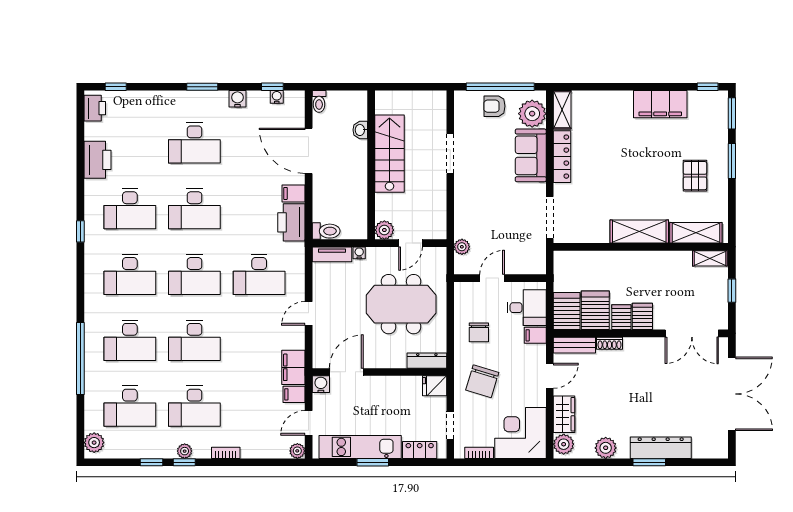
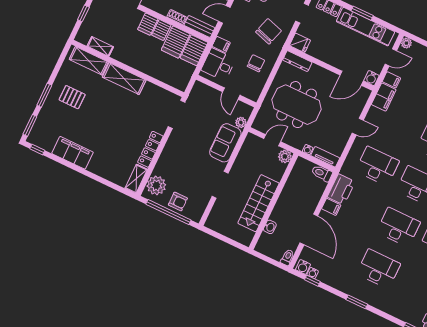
water cooler: (237, 99) -> (303, 267), moved
sofa: (531, 155) -> (225, 143), moved, turned 180
pallet: (695, 176) -> (72, 97), turned 90
shelving: (710, 258) -> (100, 46), moved
door: (492, 278) -> (231, 94), hinge flipped

